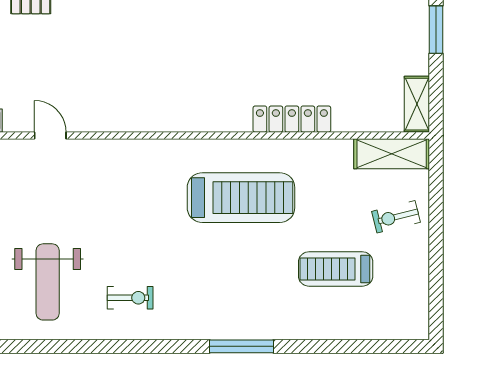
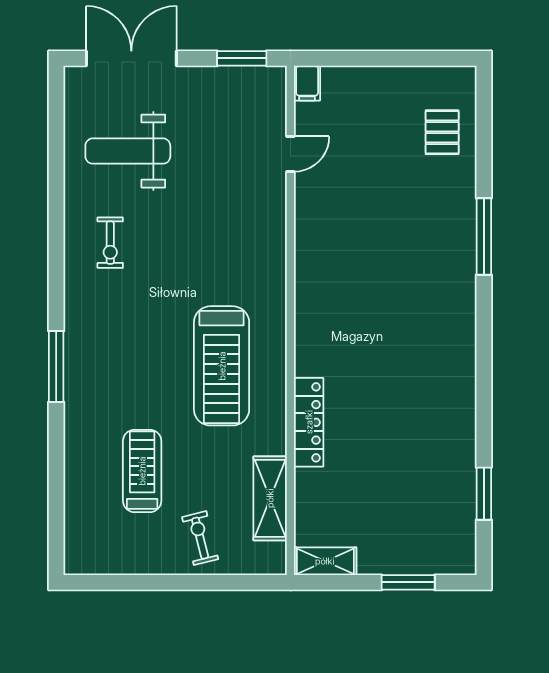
shelving: (392, 154) -> (270, 498), moved

